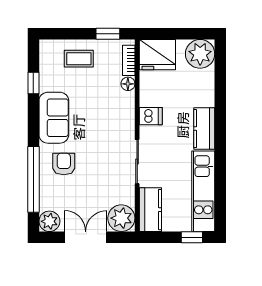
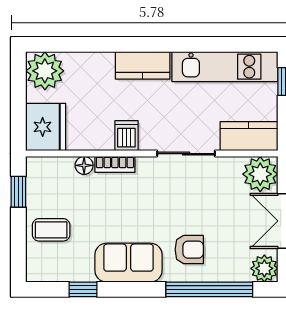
coffee table: (79, 59) -> (51, 230), turned 90
bookcase: (129, 60) -> (115, 164), moved
armchair: (64, 164) -> (189, 250), turned 180

